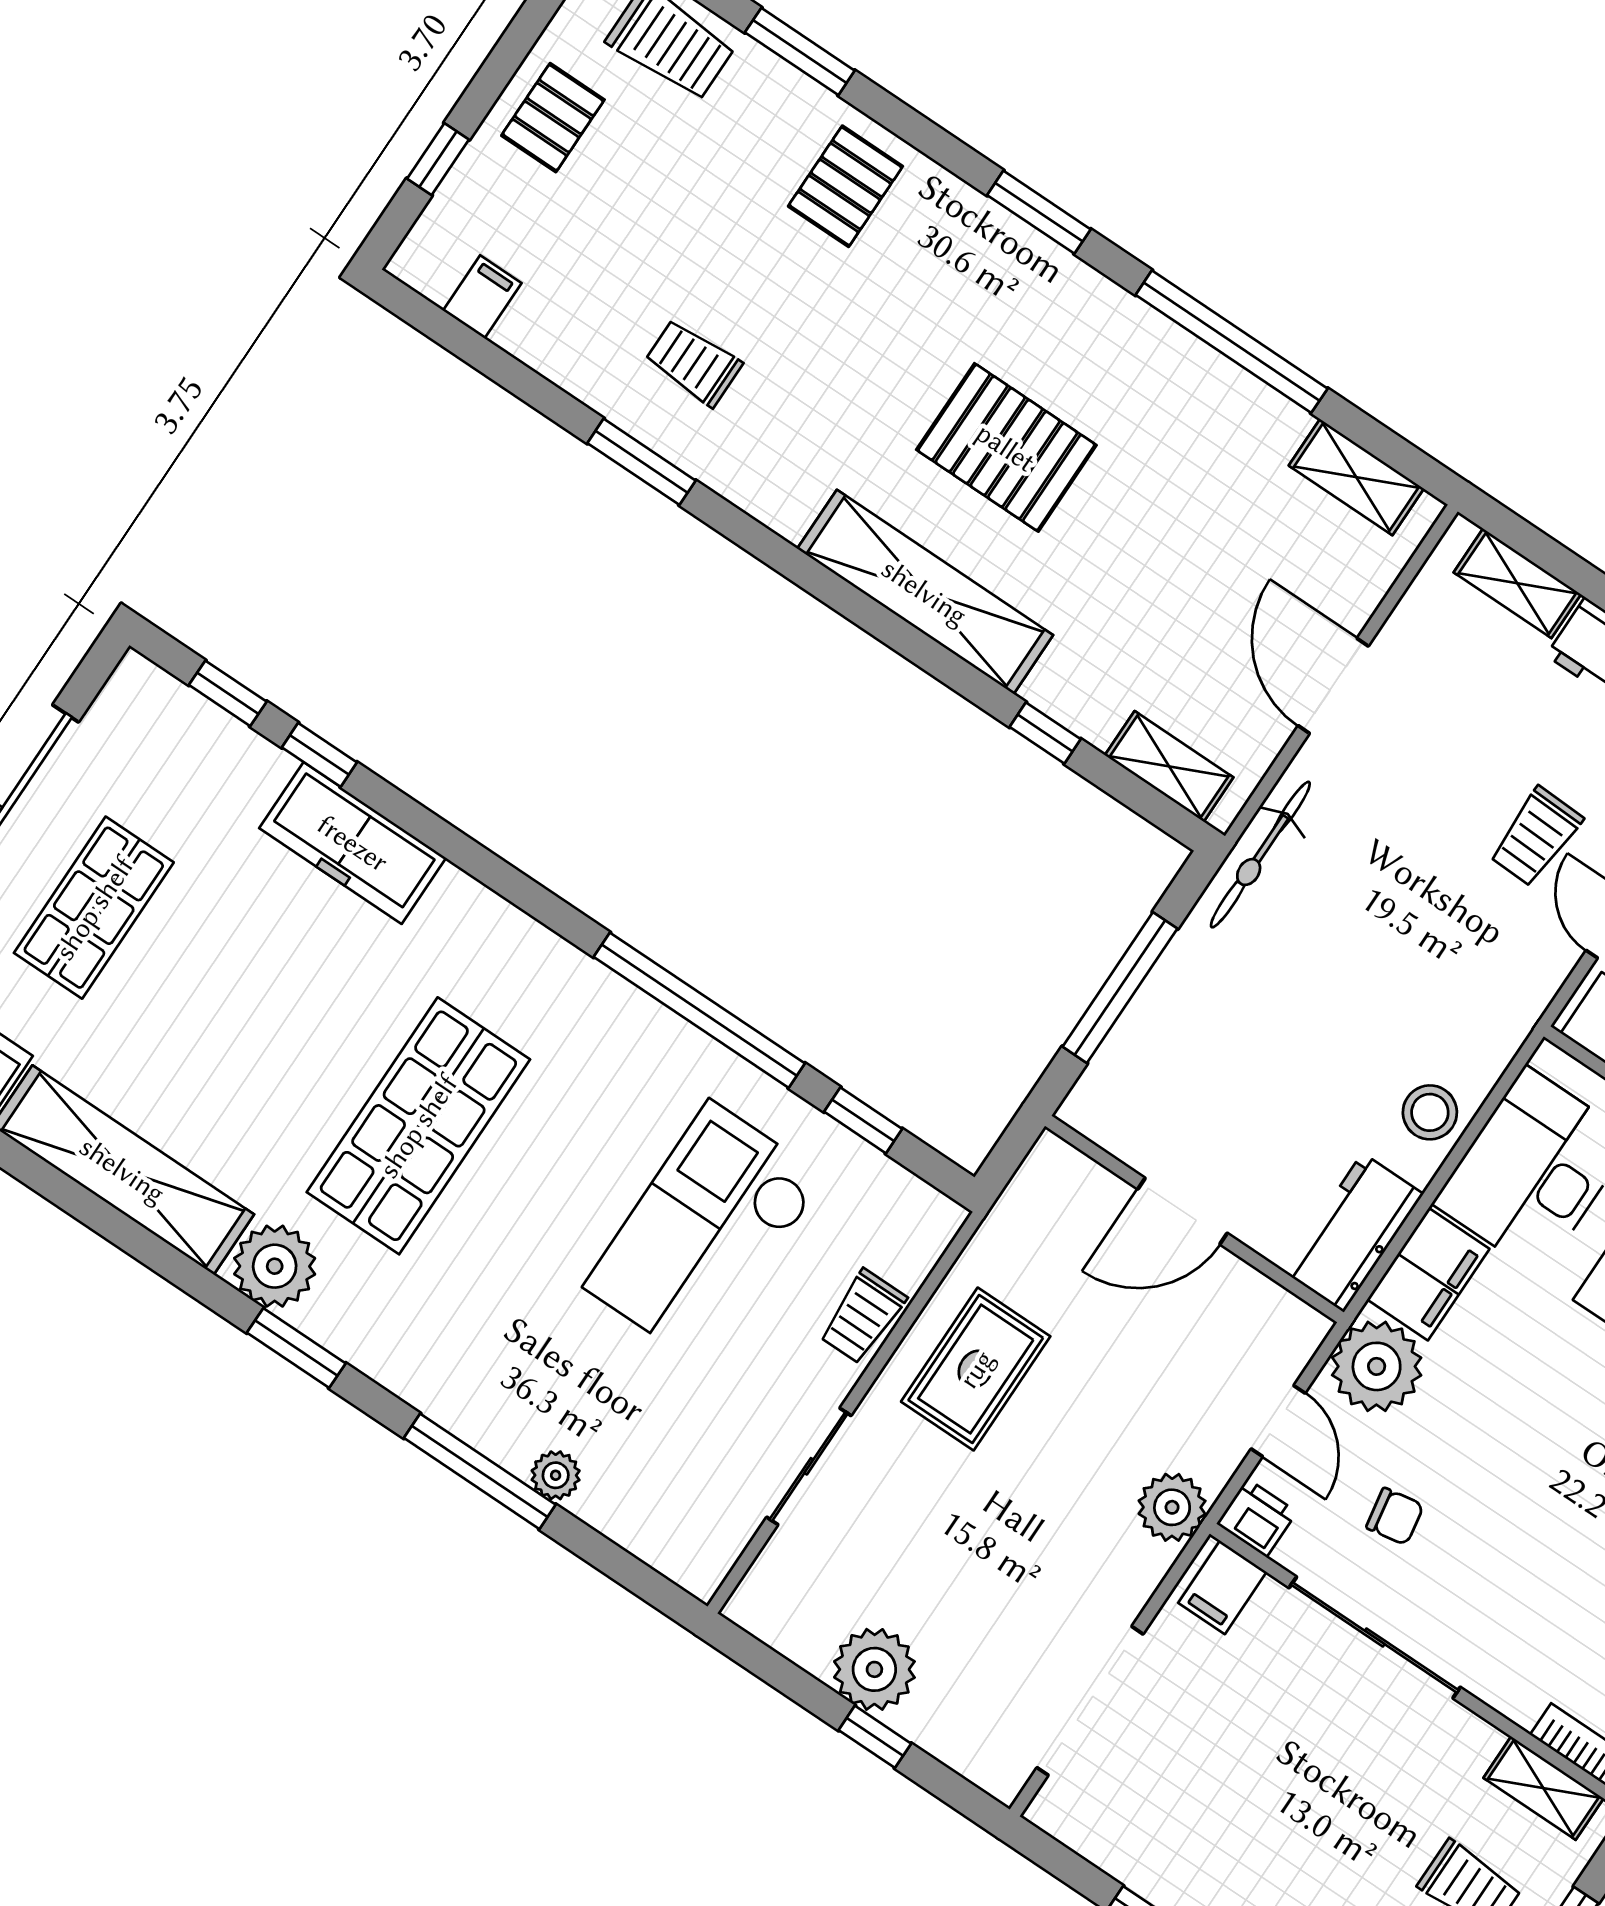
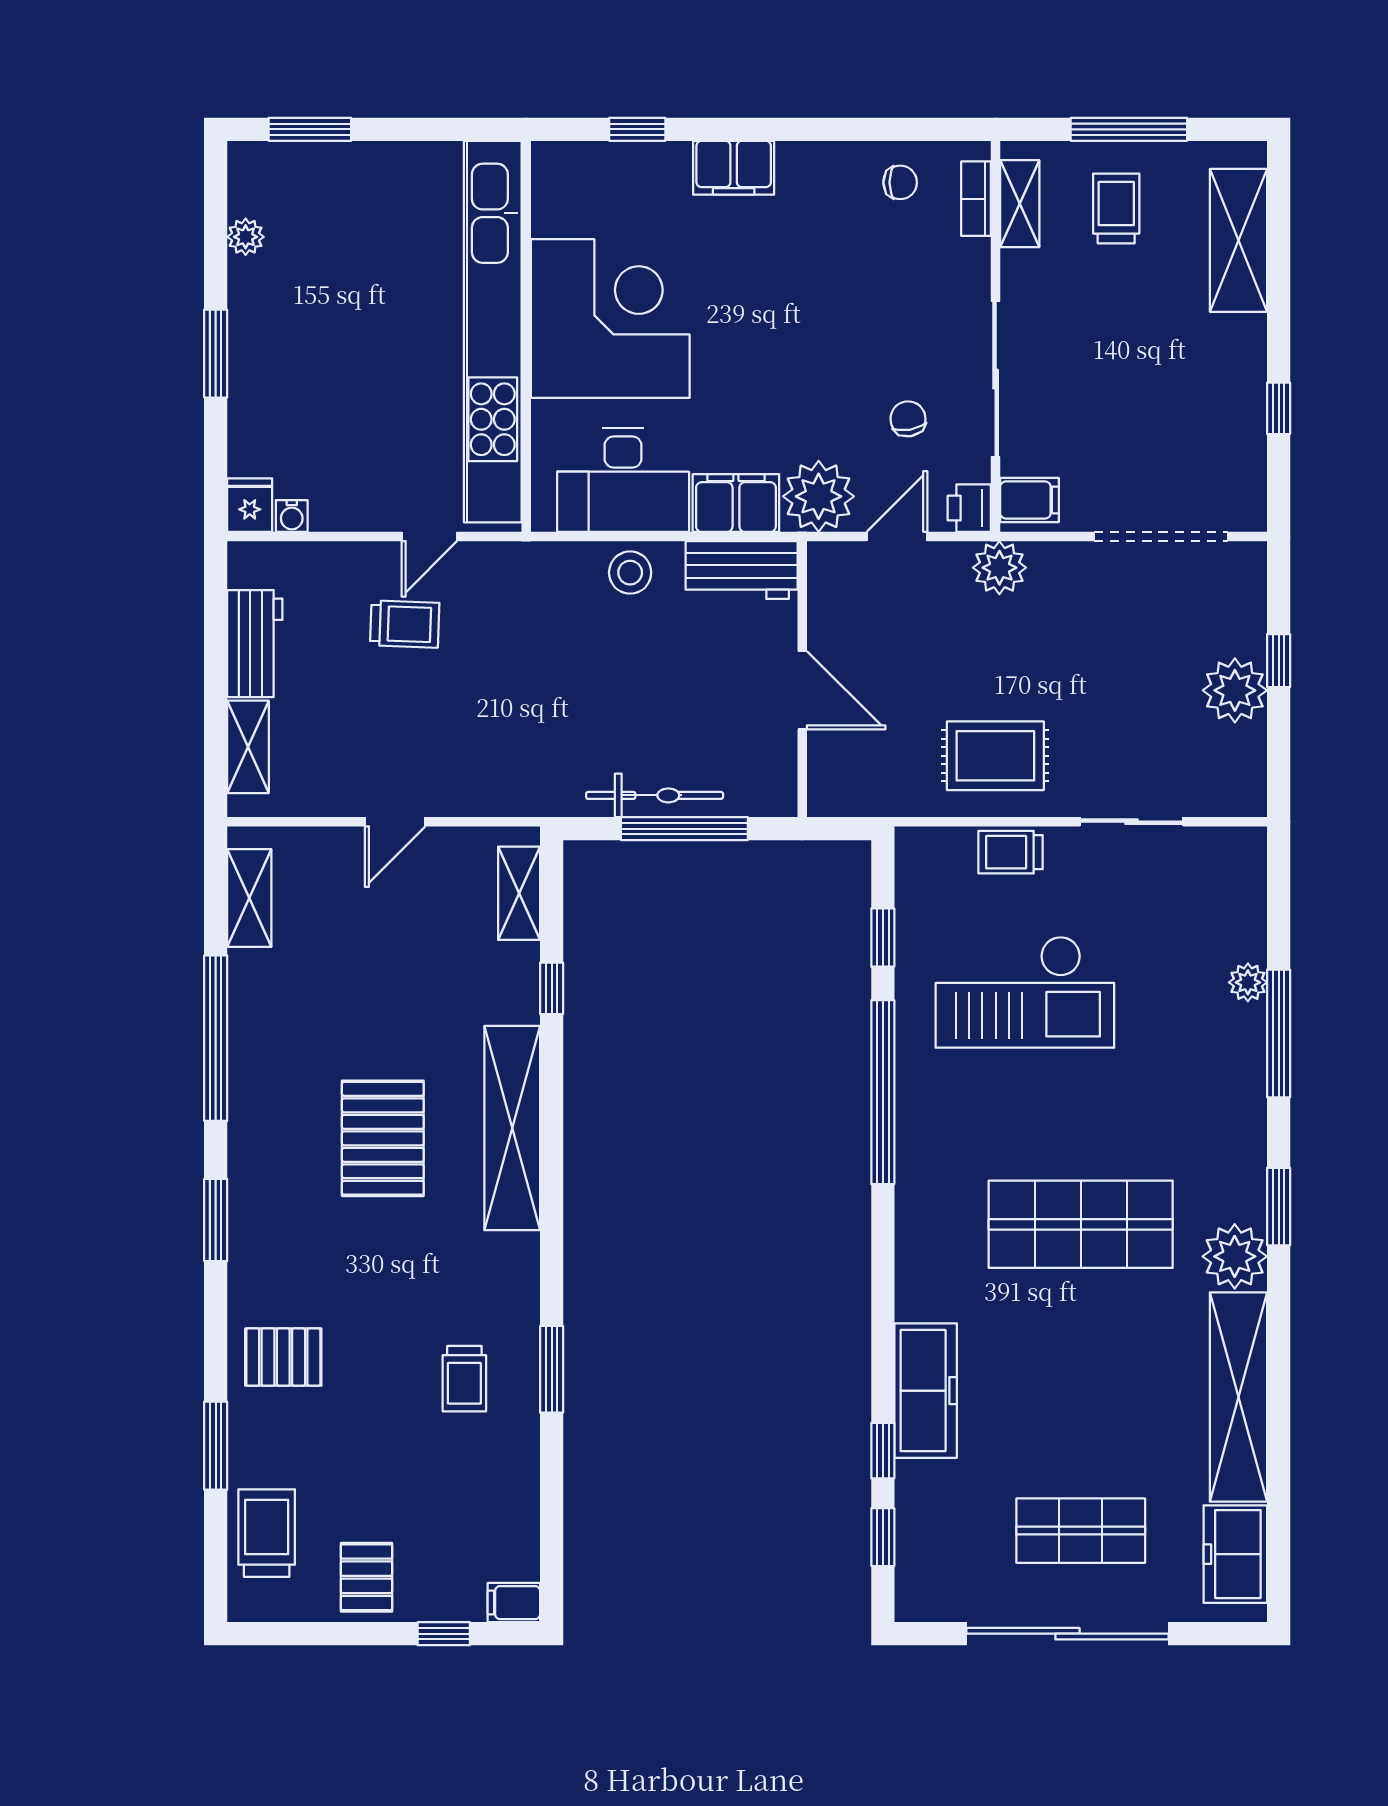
pallet: (553, 118) -> (367, 1577), turned 90
filing cabinet: (482, 297) -> (514, 1603), moved
door: (1333, 686) -> (395, 822), width x0.73
bicycle: (1260, 855) -> (655, 795), moved
trolley: (863, 1317) -> (1011, 852), turned 180

